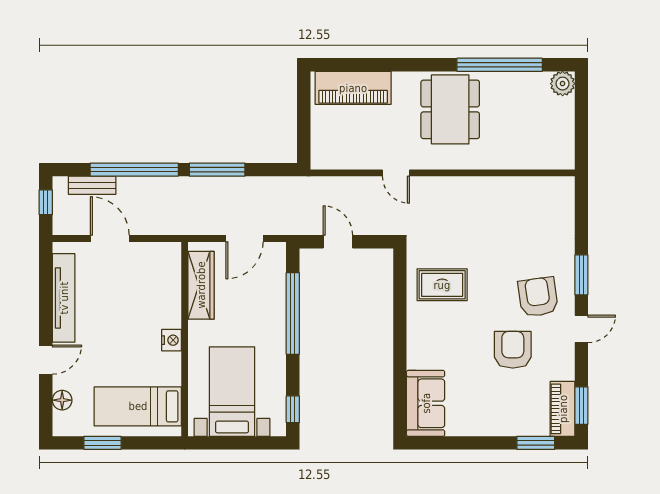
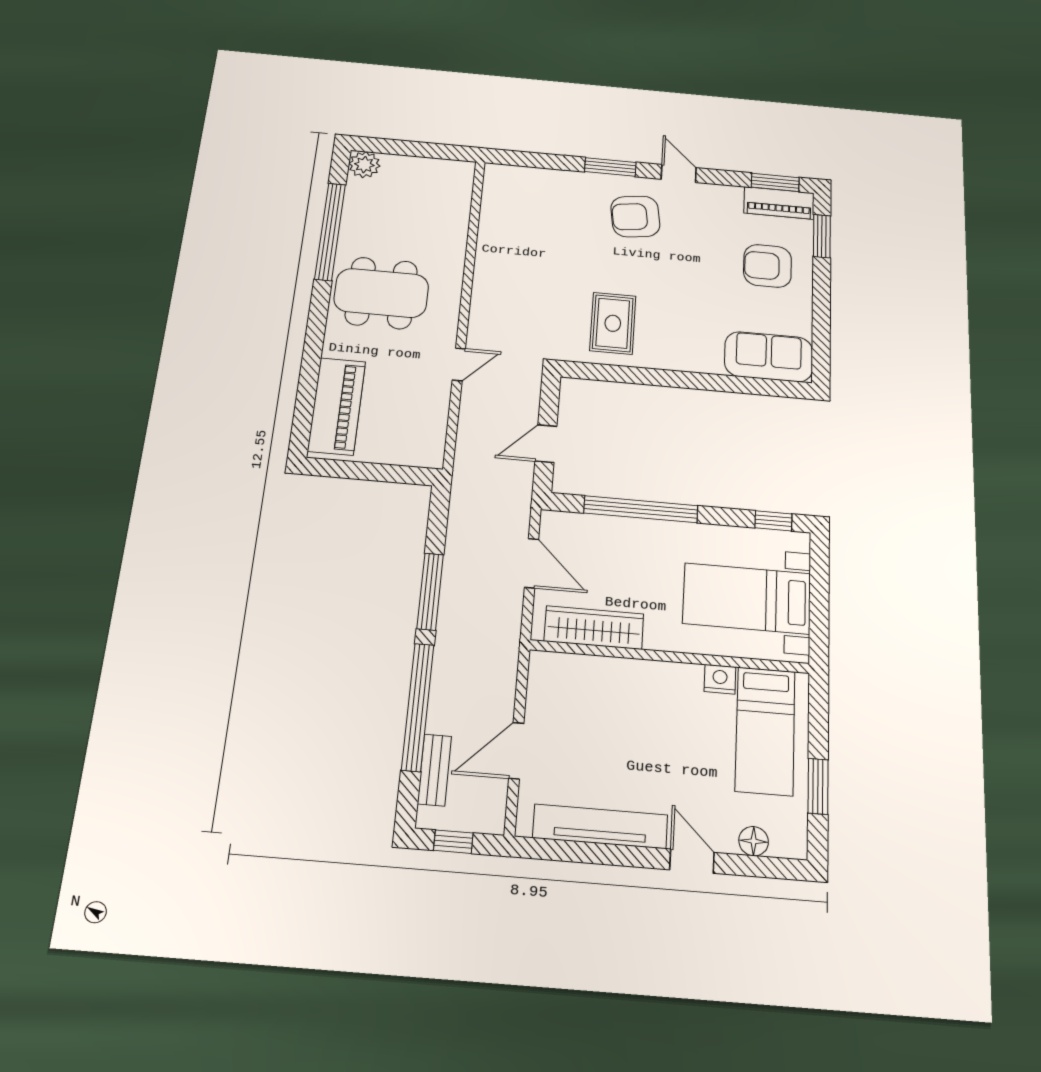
nightstand: (171, 340) -> (720, 679), moved
armchair: (513, 350) -> (768, 266), moved

